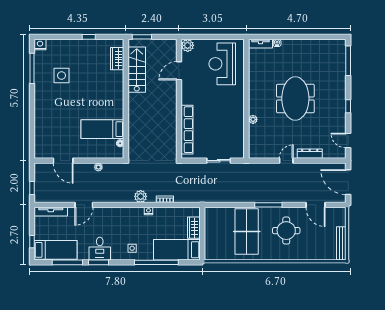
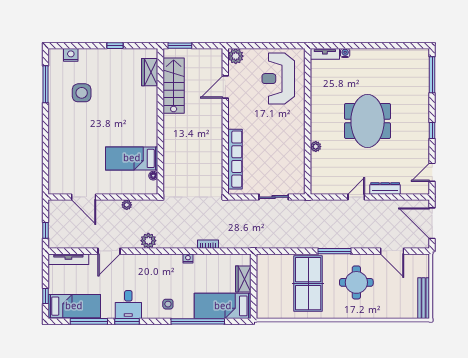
nightstand: (40, 44) -> (71, 55), moved
door: (348, 140) -> (432, 172), hinge flipped
plant: (141, 196) -> (148, 241), moved

